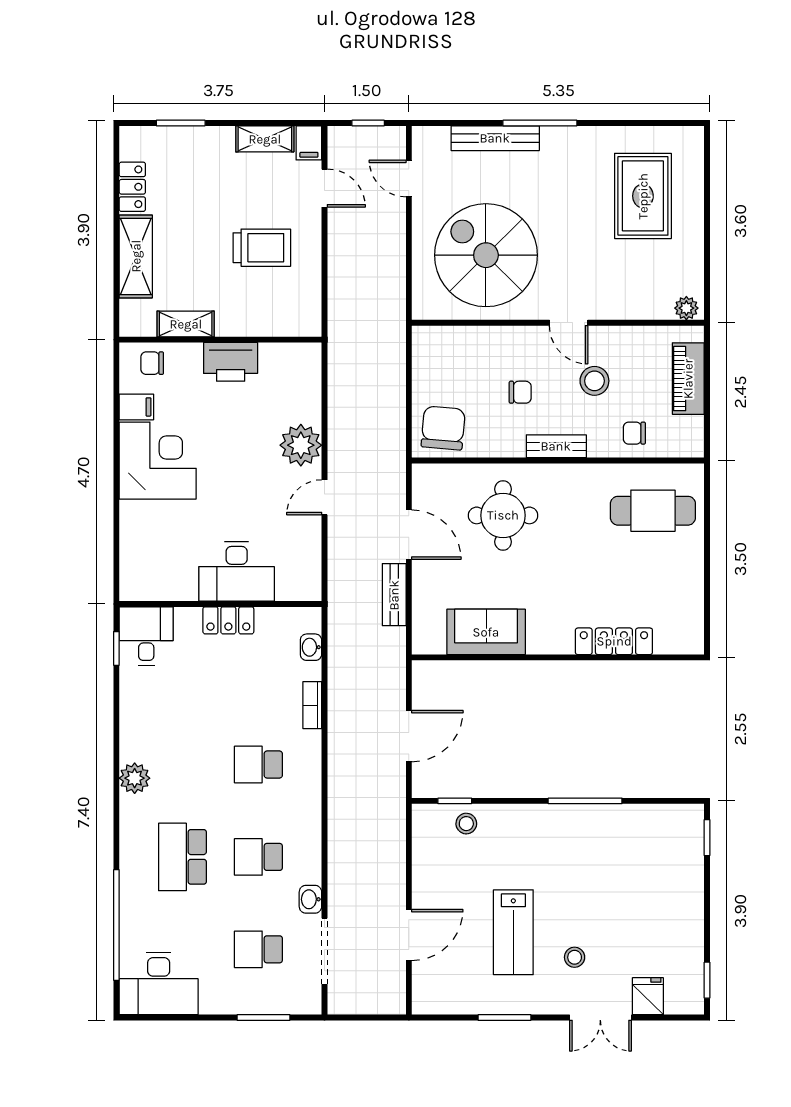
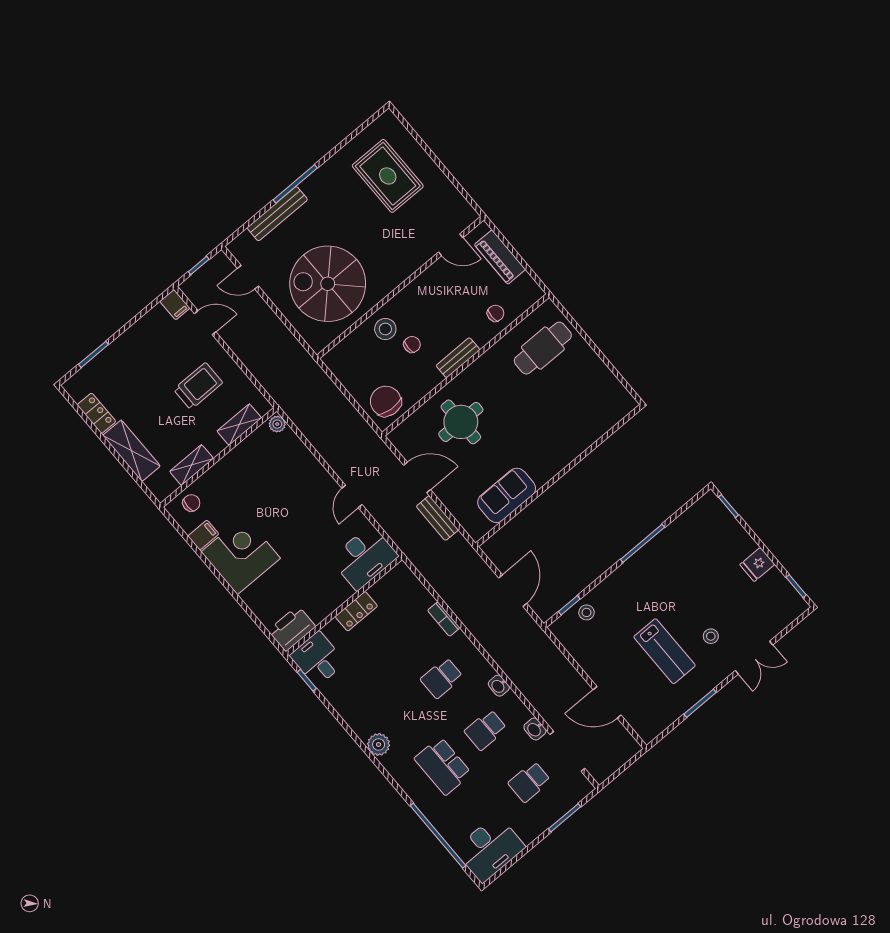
shelving: (265, 139) -> (239, 425), moved
plant: (686, 308) -> (465, 218), removed
door: (569, 323) -> (451, 245), moved
printer: (231, 362) -> (292, 629), moved, turned 180
chair: (152, 363) -> (191, 503), turned 180
stool: (594, 381) -> (385, 329), moved
chair: (634, 433) -> (496, 313), turned 180
plant: (301, 445) -> (277, 424), moved, width x0.53, depth x0.53
desk: (237, 571) -> (364, 557), moved
locker: (614, 641) -> (583, 440), removed
washbasin: (311, 647) -> (499, 686), moved
door: (409, 935) -> (607, 702), swing flipped
fridge: (648, 996) -> (757, 564), moved, turned -90

